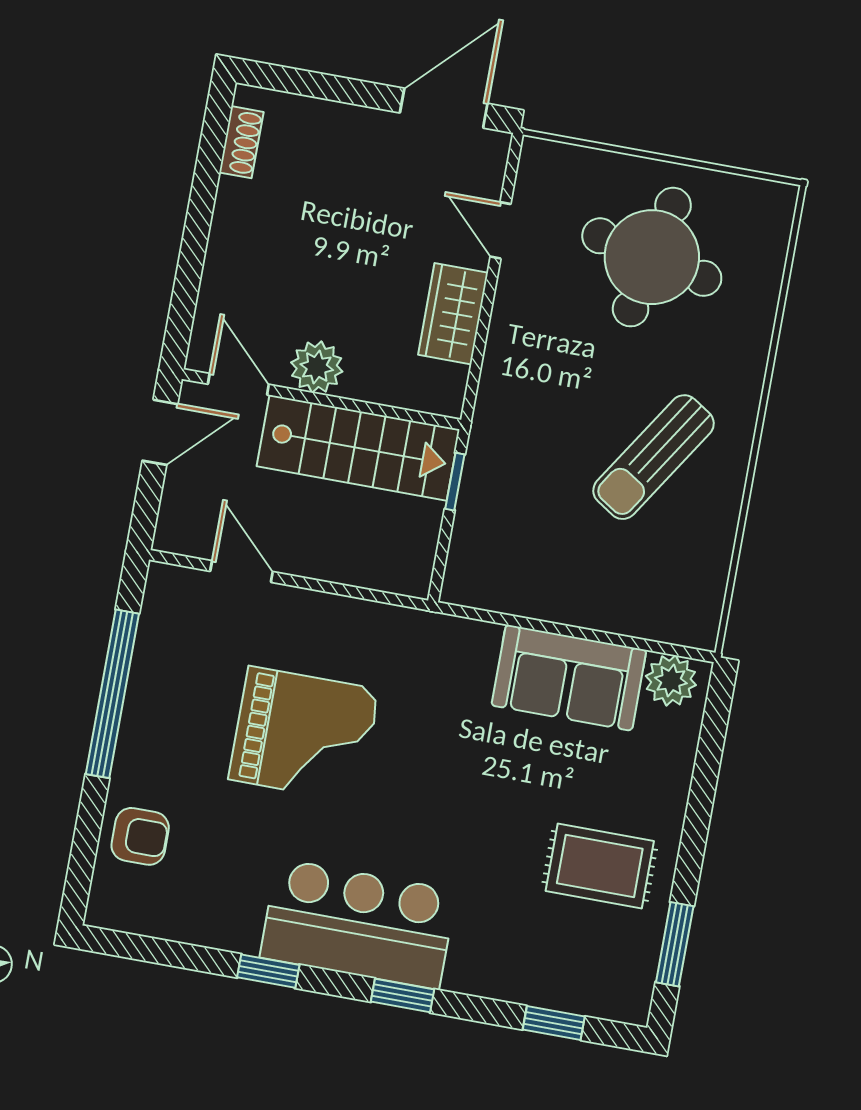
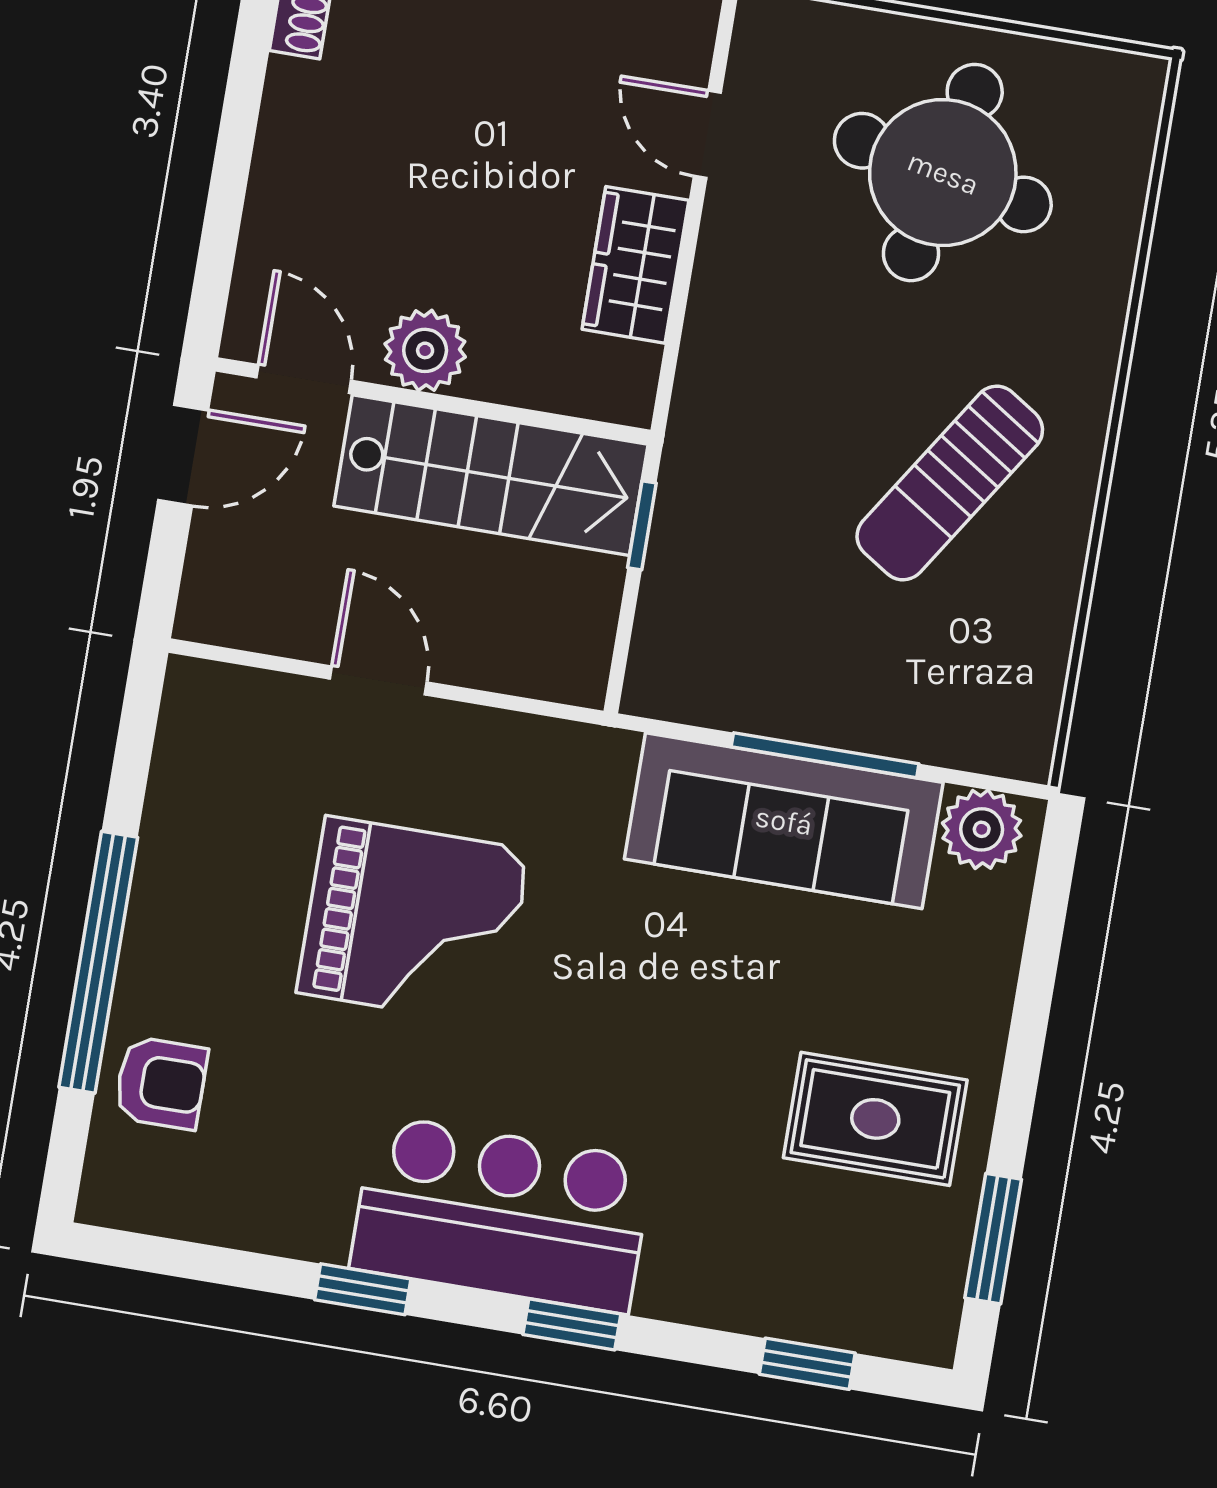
door: (242, 571) -> (378, 681), moved
window: (571, 631) -> (825, 755), added
sofa: (569, 678) -> (784, 821), width x1.36
window: (112, 694) -> (98, 962), moved

